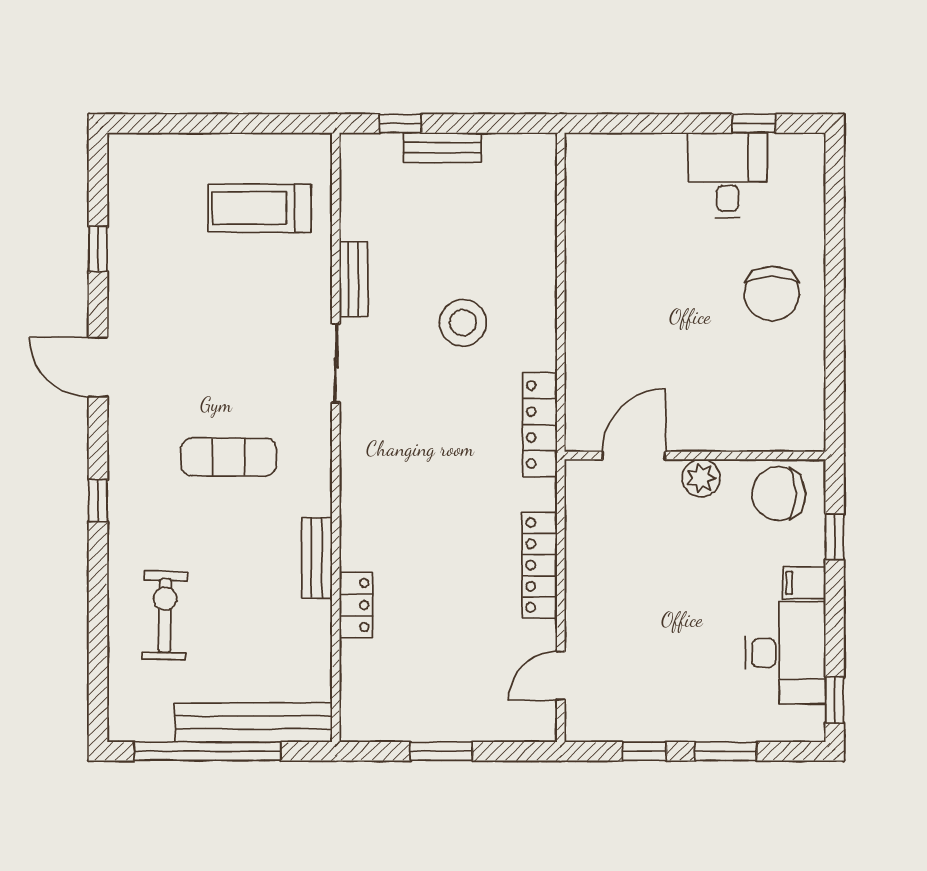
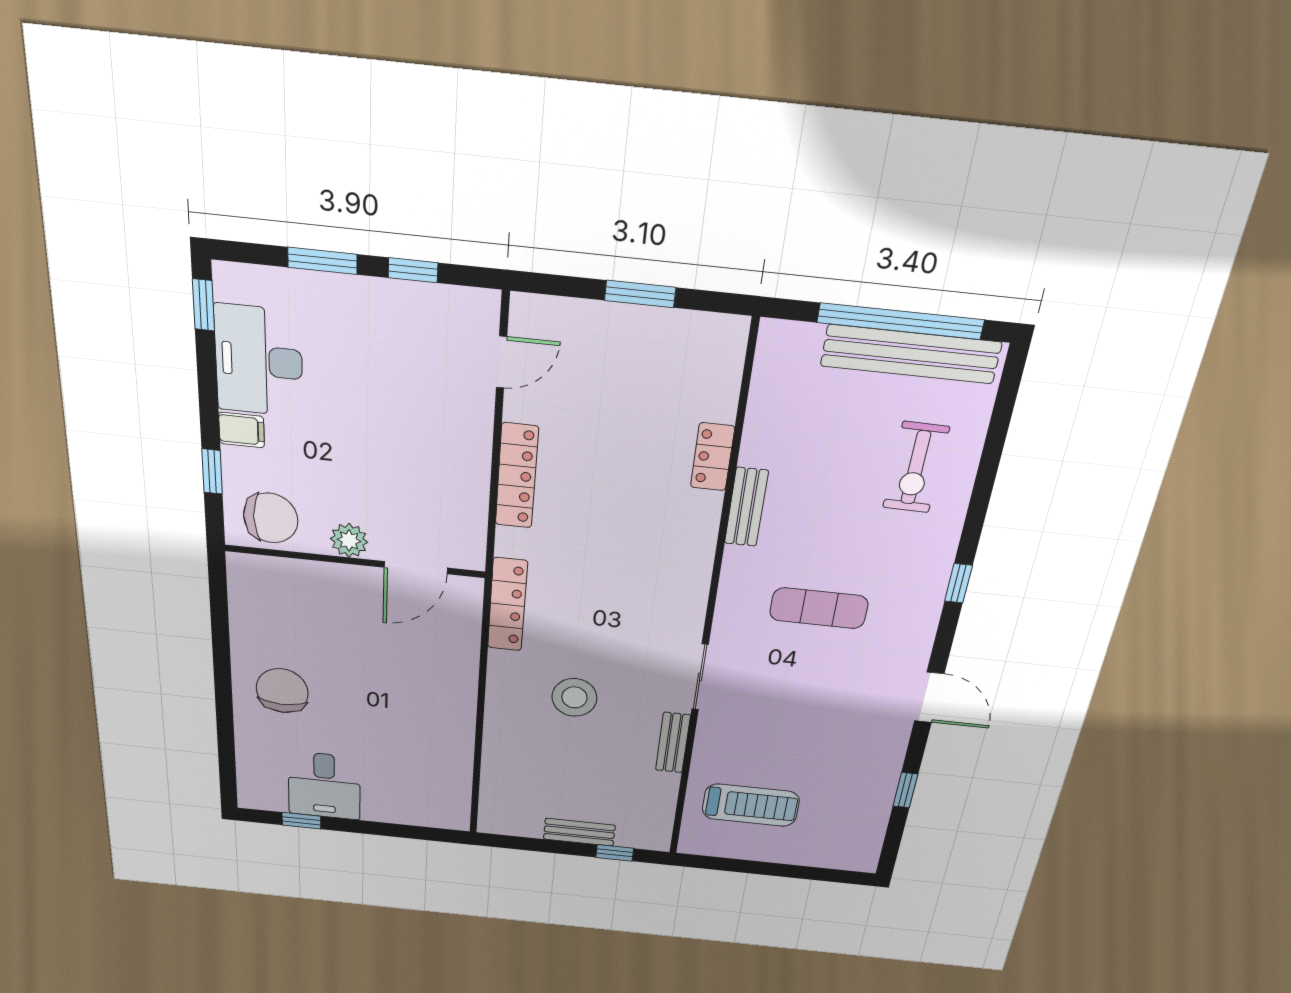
bench: (253, 723) -> (911, 354), moved

